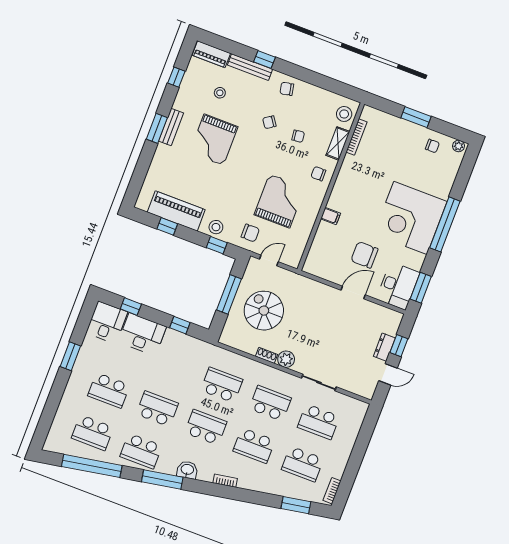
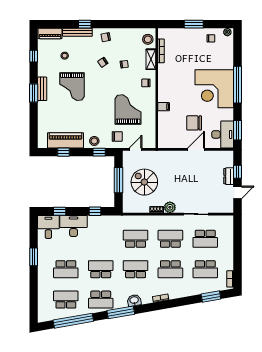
school desk: (93, 433) -> (66, 300), turned 180

